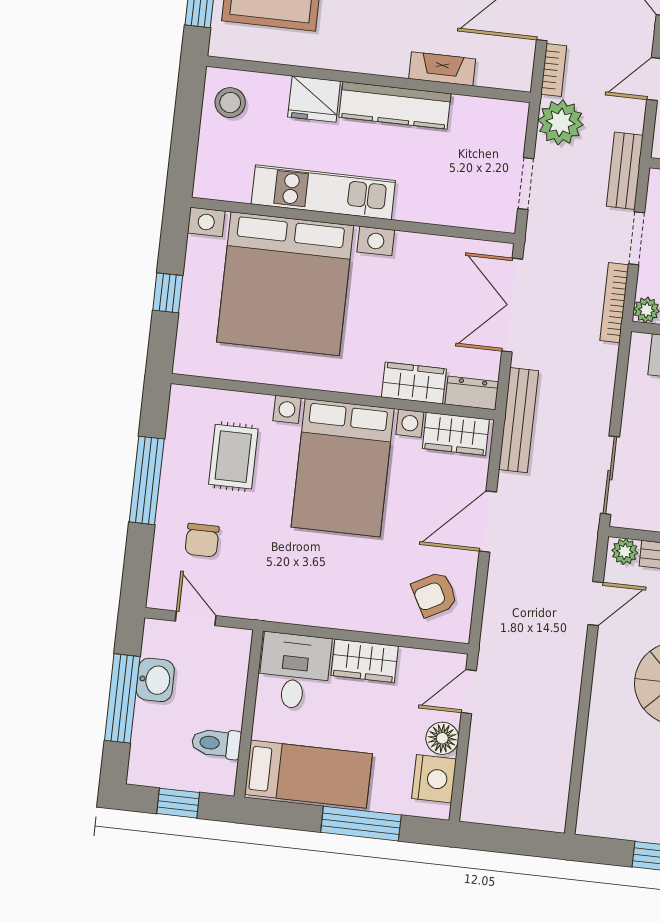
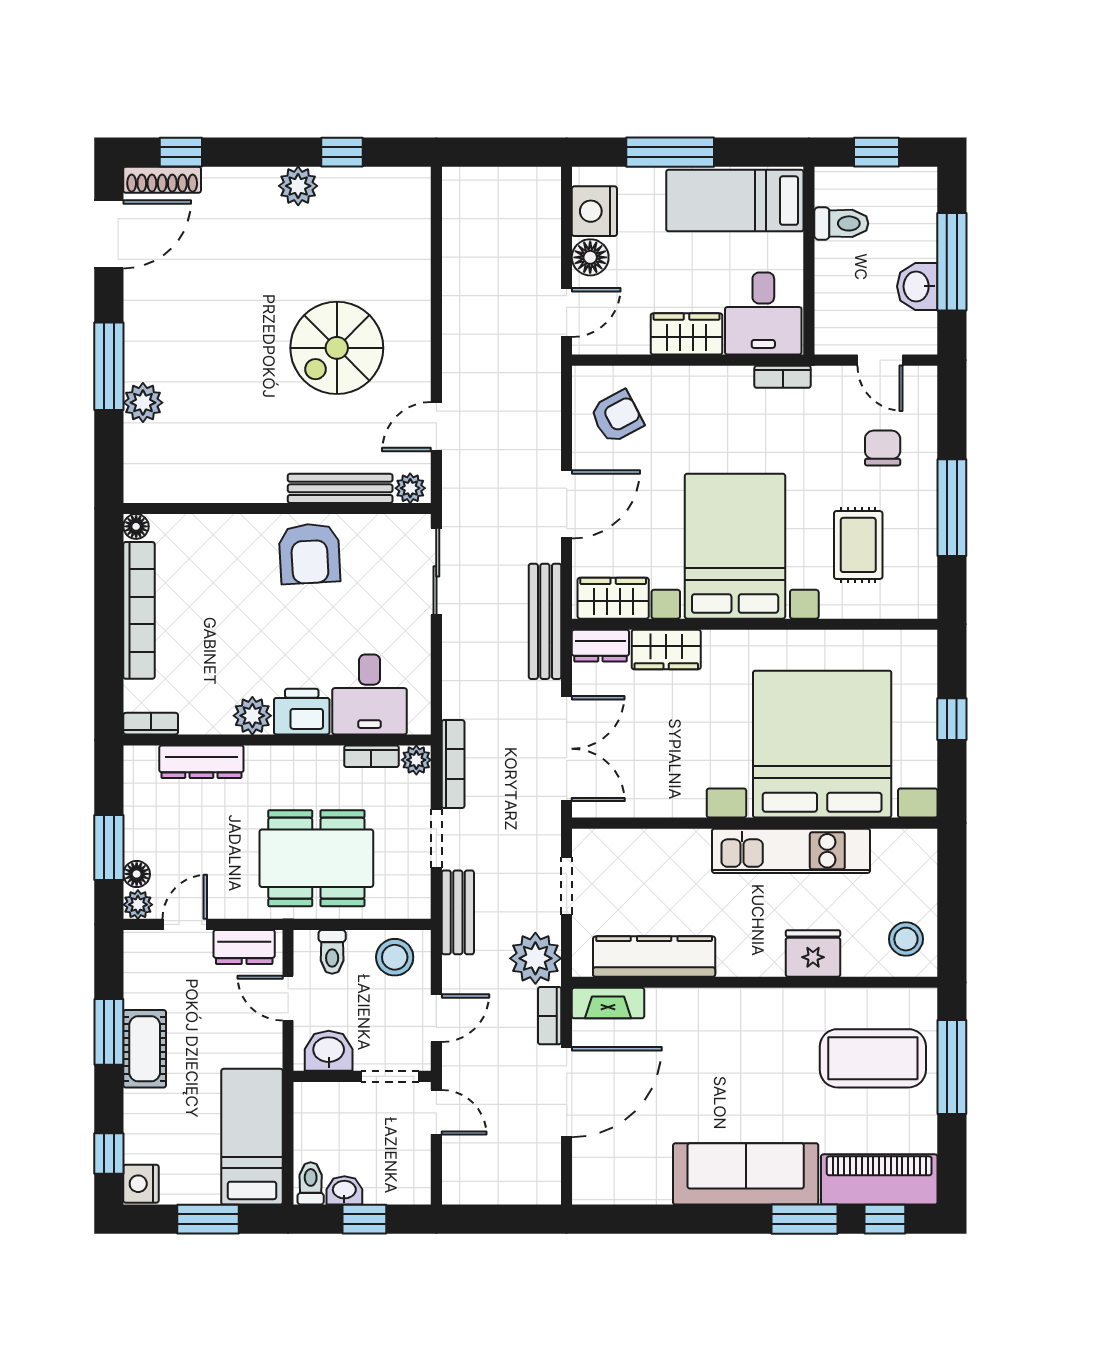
fireplace: (442, 69) -> (608, 1003), moved
kitchen counter: (395, 105) -> (654, 957), moved
bookcase: (284, 613) -> (783, 377), added

